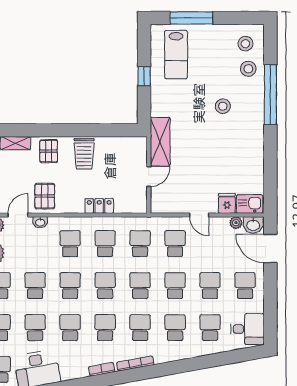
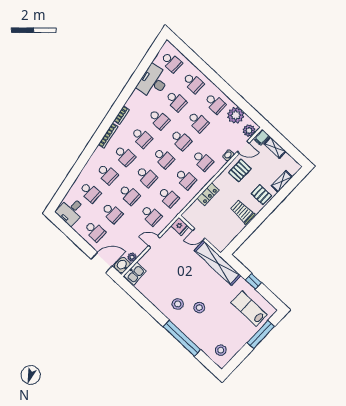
stool: (248, 69) -> (178, 304), moved
shelving: (160, 142) -> (217, 263), width x1.47
door: (149, 177) -> (199, 234), hinge flipped
pallet: (45, 196) -> (240, 171), turned 90
fridge: (227, 203) -> (180, 226), moved
door: (18, 215) -> (243, 147), hinge flipped

